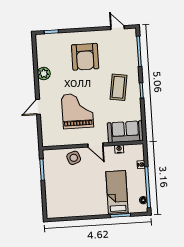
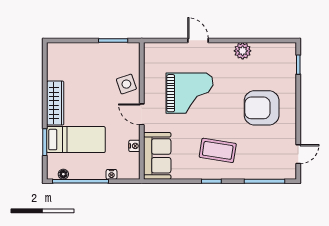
door: (95, 145) -> (142, 114), hinge flipped
wardrobe: (91, 210) -> (55, 103), added

